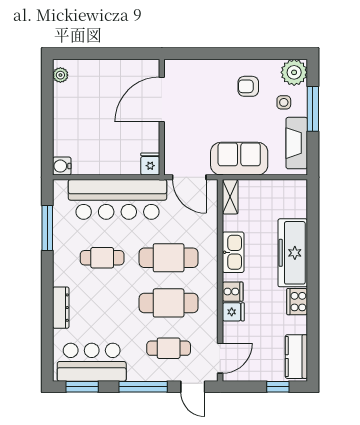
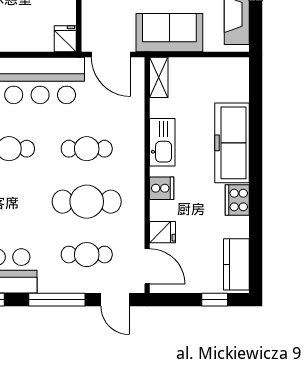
cafe table: (169, 258) -> (87, 149), width x0.73, depth x0.74
fridge: (233, 312) -> (162, 232), moved
door: (220, 358) -> (147, 266), hinge flipped

